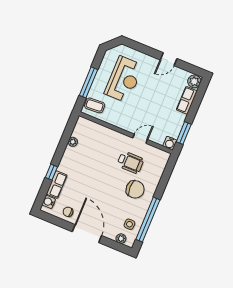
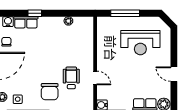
coffee table: (95, 105) -> (108, 27), removed
wheelchair: (130, 162) -> (71, 78), turned 180

